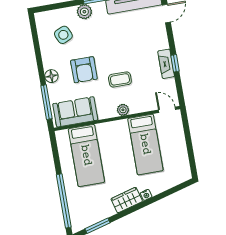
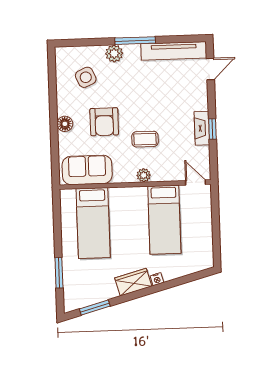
window: (46, 102) -> (55, 154), removed
window: (64, 201) -> (59, 273), width x0.47

